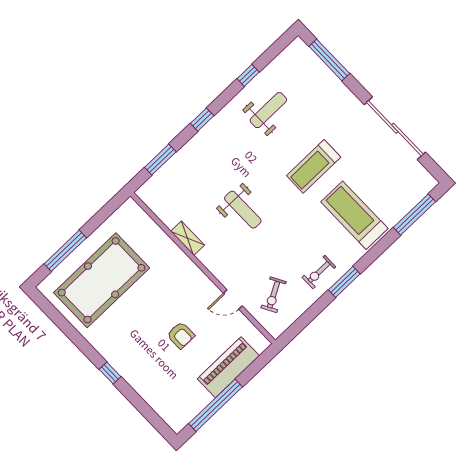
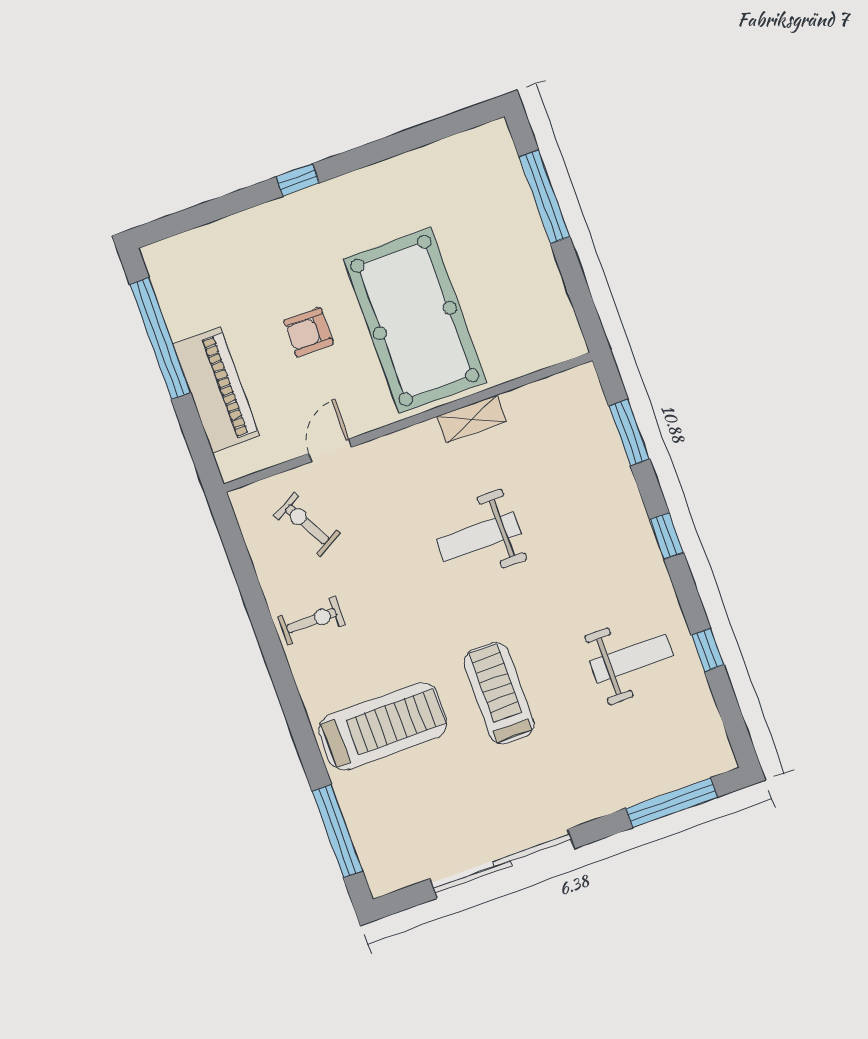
weight bench: (268, 110) -> (632, 658), turned -90
exercise bike: (319, 272) -> (312, 621), turned 90
pool table: (102, 280) -> (415, 320), moved
window: (344, 282) -> (275, 657), removed

